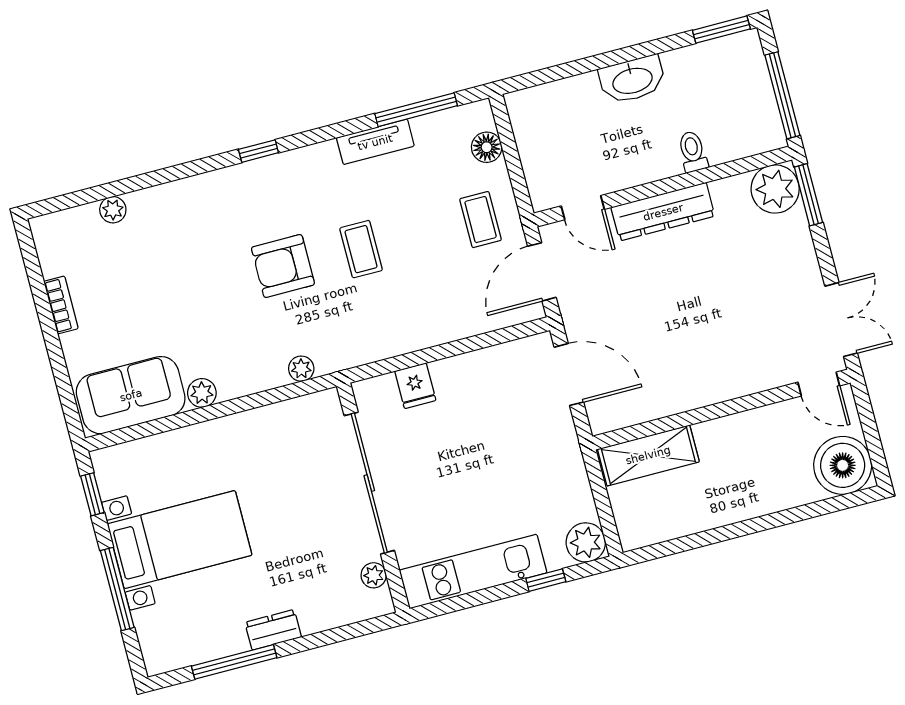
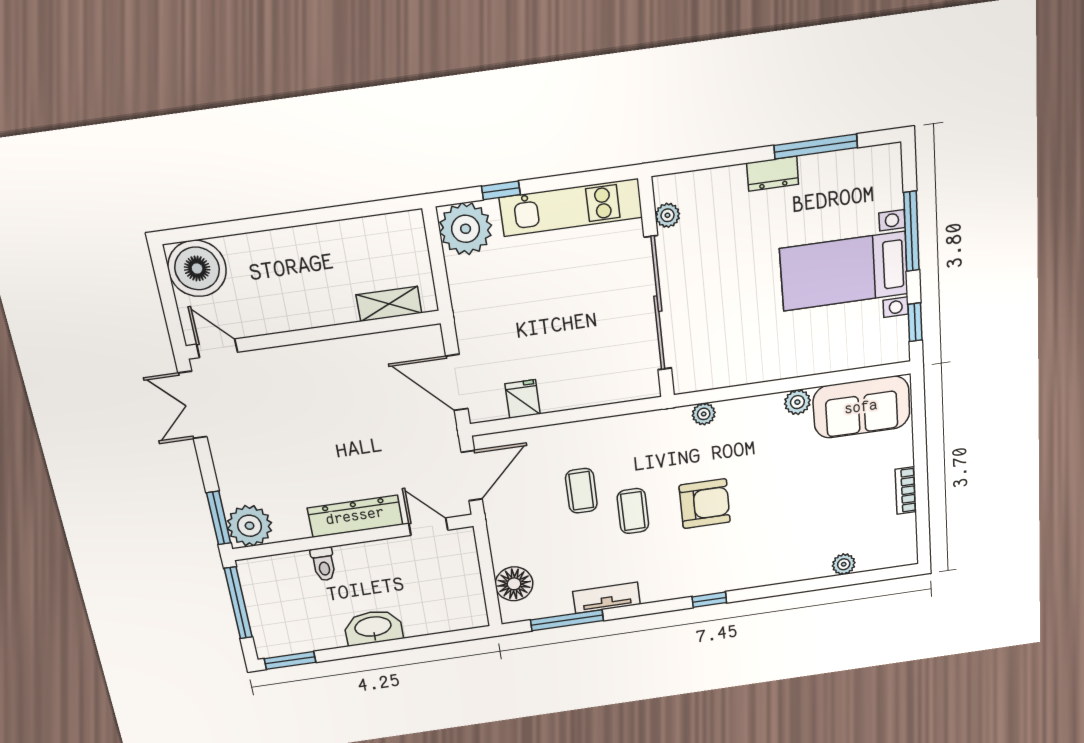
floor lamp: (487, 147) -> (514, 584), width x1.38, depth x1.38
coffee table: (481, 220) -> (581, 491), moved
fridge: (415, 386) -> (523, 399), moved
shelving: (648, 455) -> (389, 304), width x0.67, depth x0.75
plant: (586, 542) -> (466, 229), width x1.36, depth x1.36

